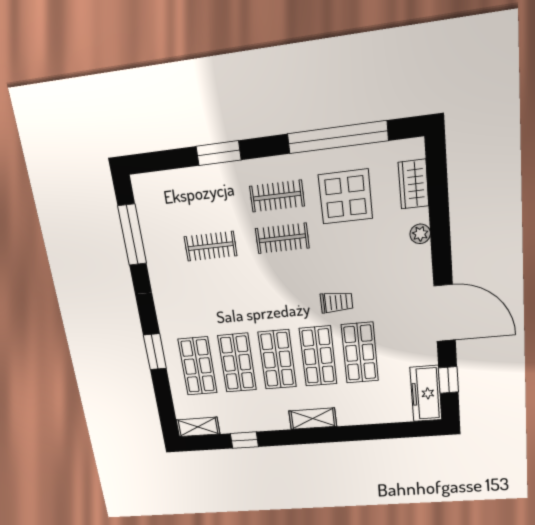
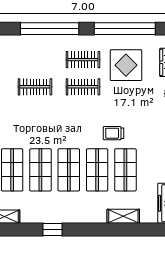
window: (219, 153) -> (50, 29), width x2.11
trolley: (337, 302) -> (113, 133), turned 180
shelving: (313, 419) -> (123, 216), moved
window: (244, 440) -> (52, 230), moved

